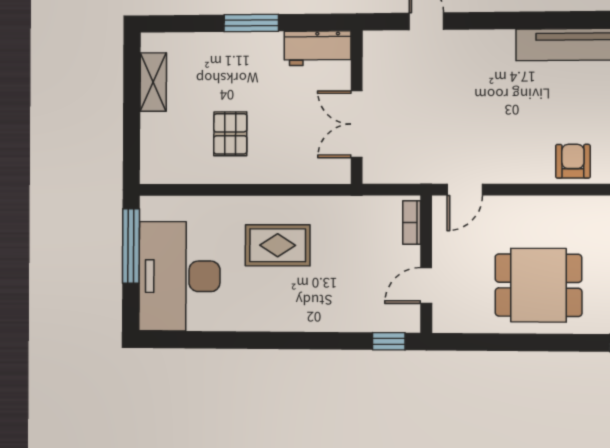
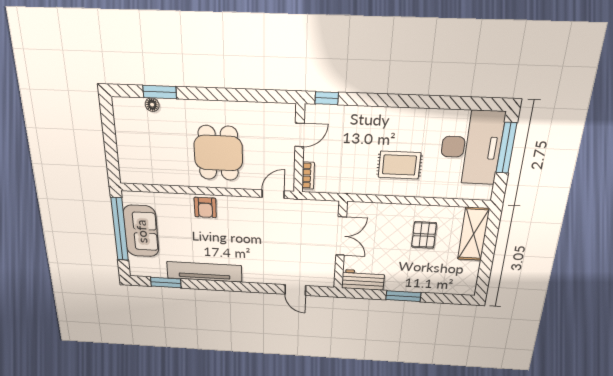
shelving: (153, 82) -> (474, 234), moved, width x1.50, depth x1.33
window: (131, 246) -> (506, 148), moved
dining table: (538, 285) -> (218, 153), moved, turned 90

